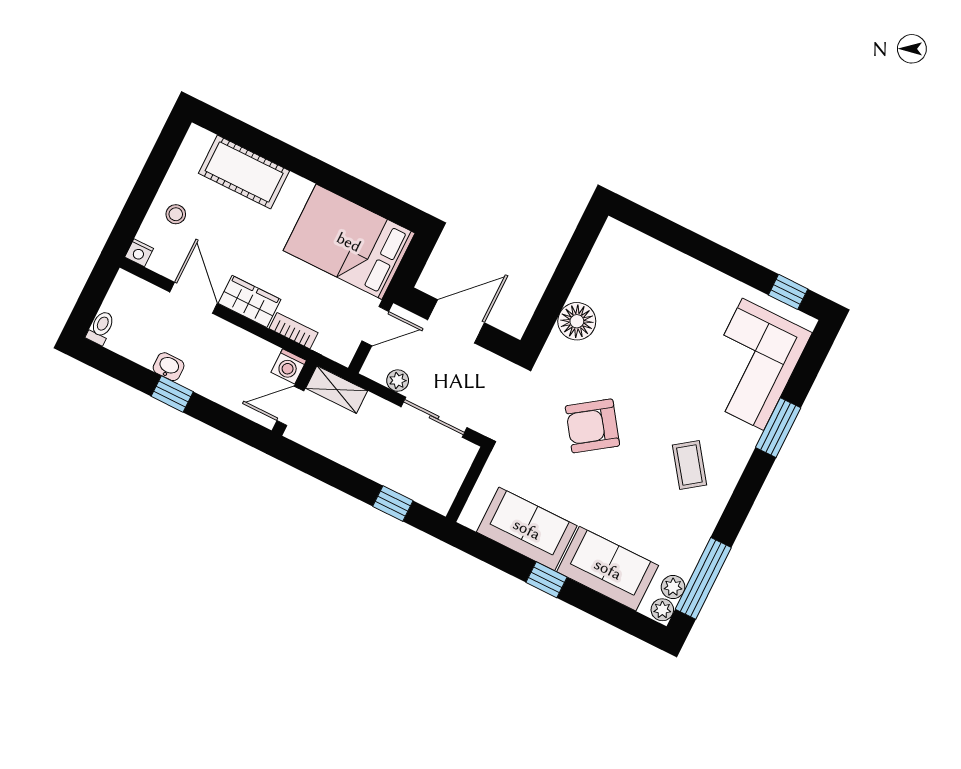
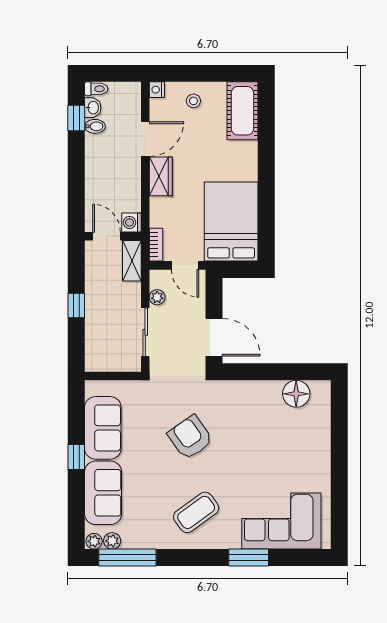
cot: (244, 172) -> (242, 111), moved
window: (788, 292) -> (339, 521), removed
door: (456, 321) -> (214, 337), moved
floor lamp: (577, 321) -> (296, 394), moved
bookcase: (294, 331) -> (156, 245), moved
bidet: (147, 352) -> (95, 126), added
washbasin: (169, 367) -> (93, 108), moved
window: (172, 394) -> (76, 118), moved
coffee table: (689, 465) -> (196, 512), width x1.36, depth x1.30
window: (393, 504) -> (76, 306), moved

